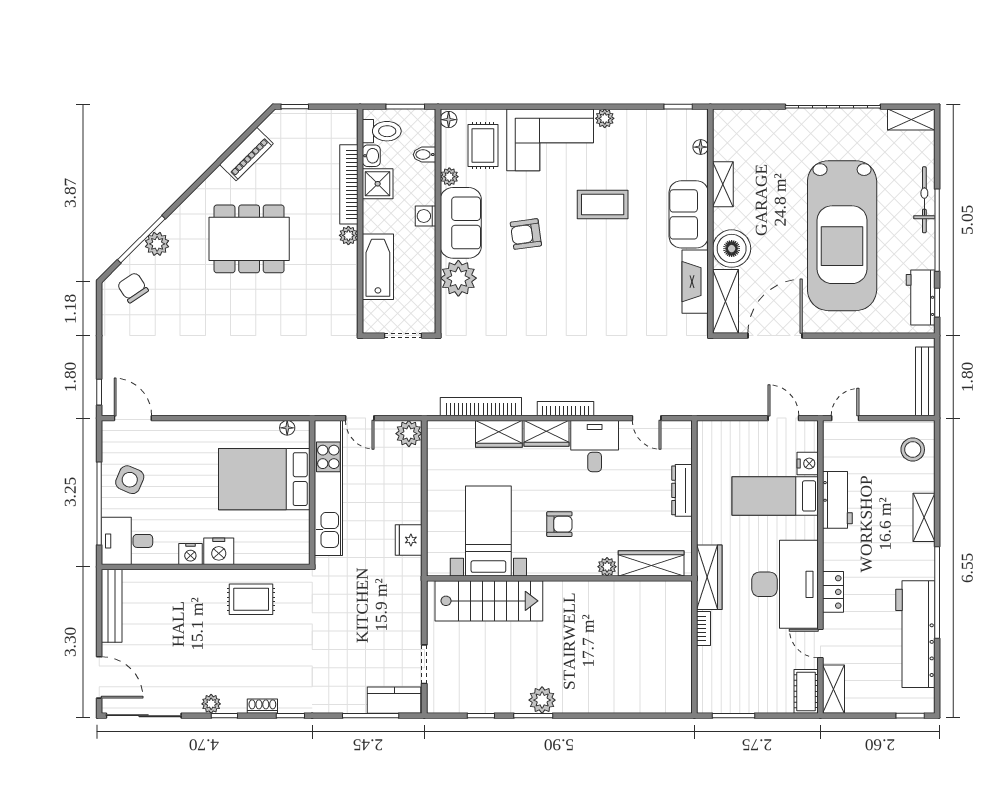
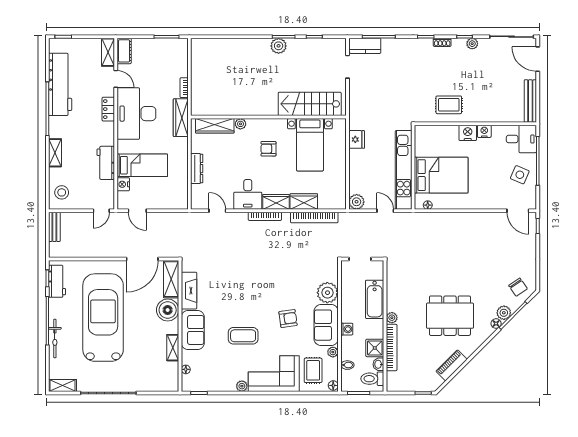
floor lamp: (170, 225) -> (496, 324), added
bench: (925, 381) -> (54, 227), width x0.73

